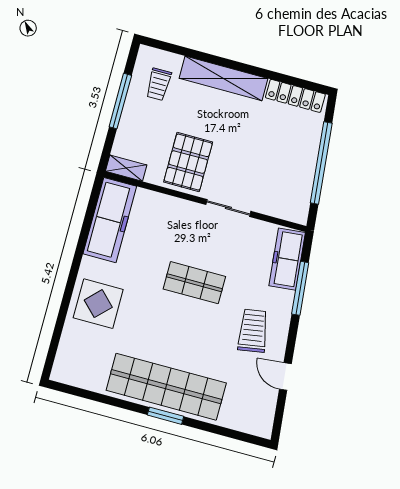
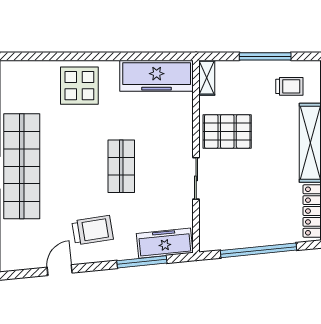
trolley: (159, 84) -> (289, 86), turned 180

